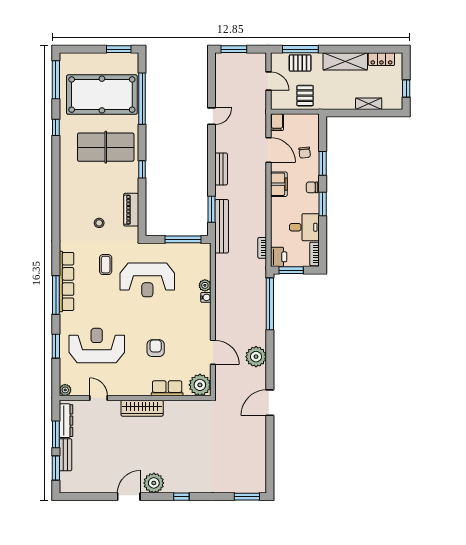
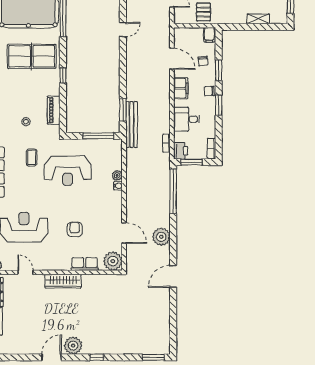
filing cabinet: (277, 122) -> (209, 35), moved
bench: (221, 169) -> (131, 75), removed
desk: (304, 227) -> (186, 119), moved, turned 180

